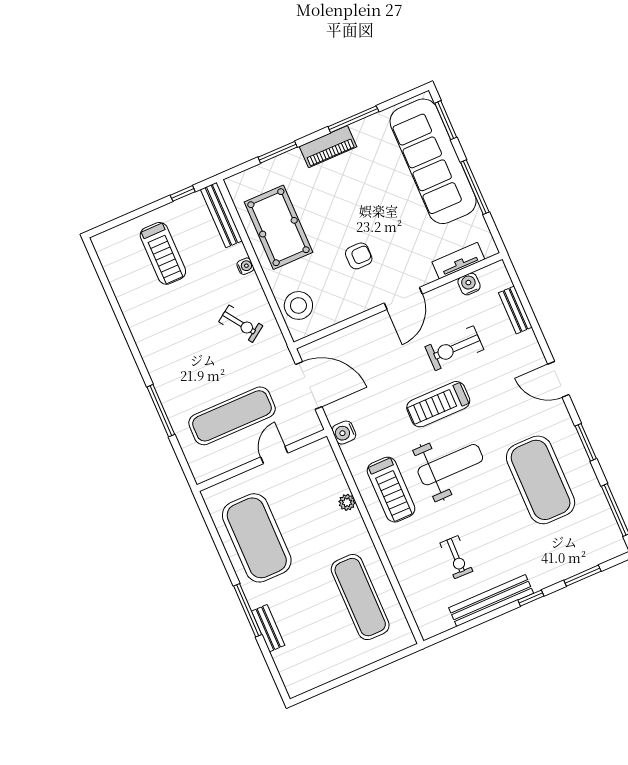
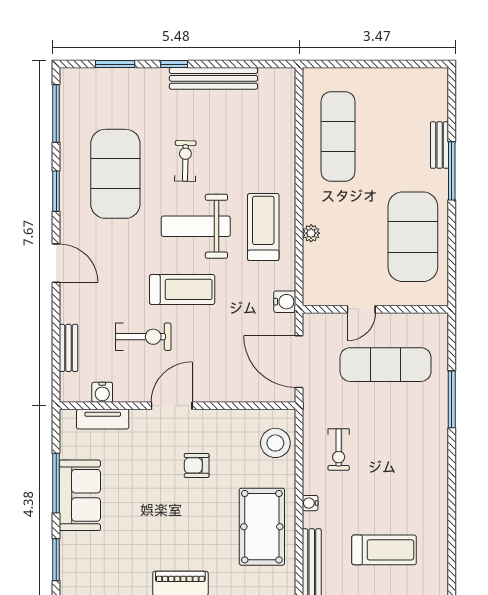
sofa: (433, 161) -> (80, 495), width x0.54, depth x0.79
treadmill: (163, 253) -> (384, 550), turned 90
exercise bike: (241, 324) -> (339, 450), turned -145
exercise bike: (456, 557) -> (185, 161), moved

